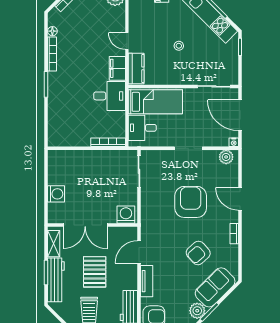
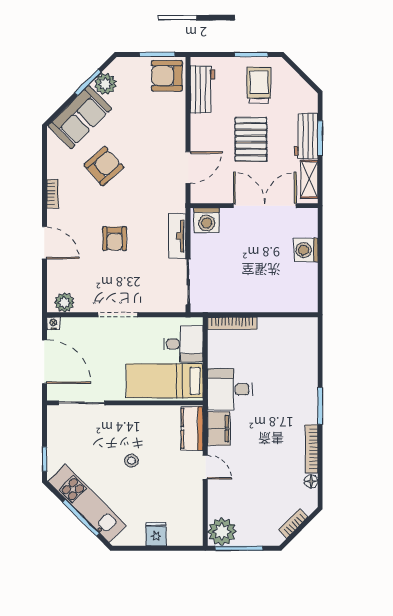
armchair: (191, 202) -> (115, 239), width x0.53, depth x0.53
workbench: (56, 280) -> (306, 136), width x0.73
tv unit: (147, 281) -> (177, 236), moved

